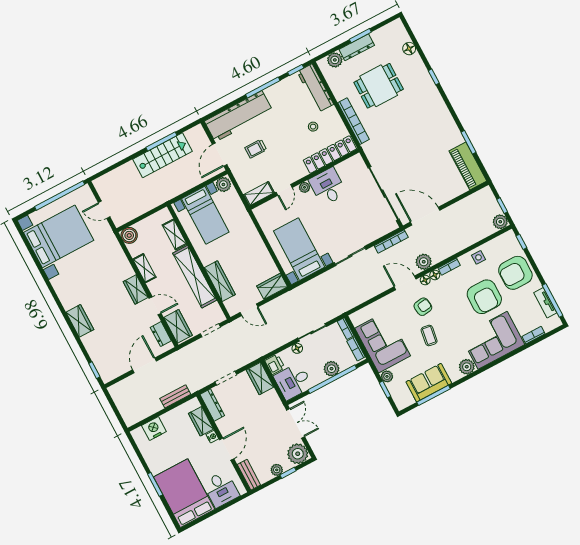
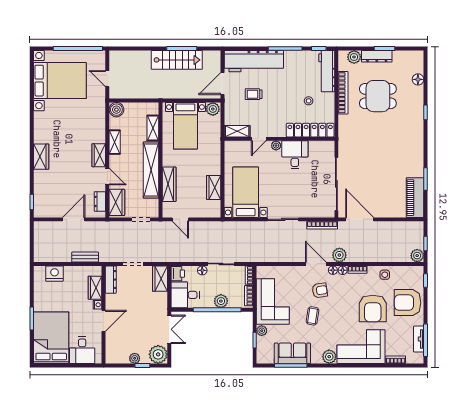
bookcase: (354, 121) -> (343, 93), moved
wardrobe: (272, 286) -> (214, 187), moved, turned -90
bench: (249, 475) -> (110, 350), removed

